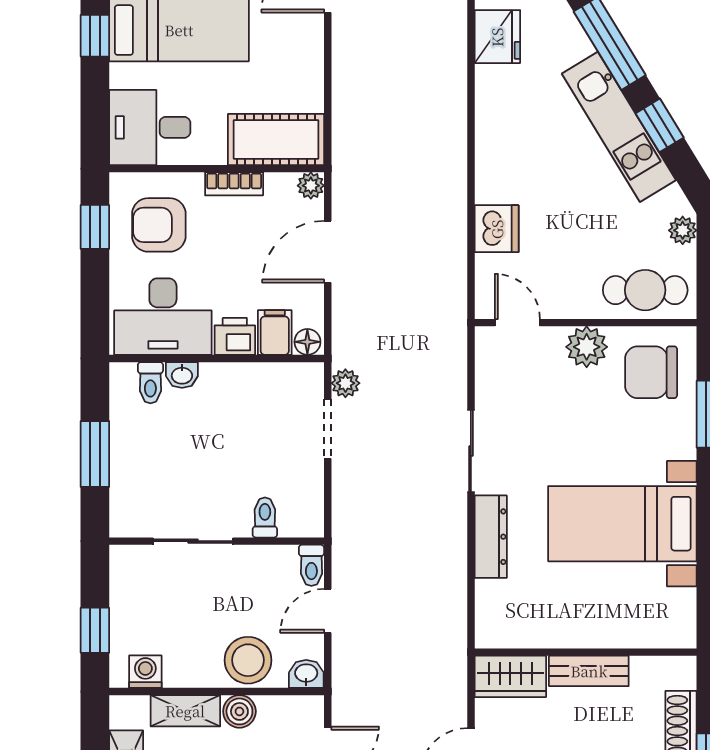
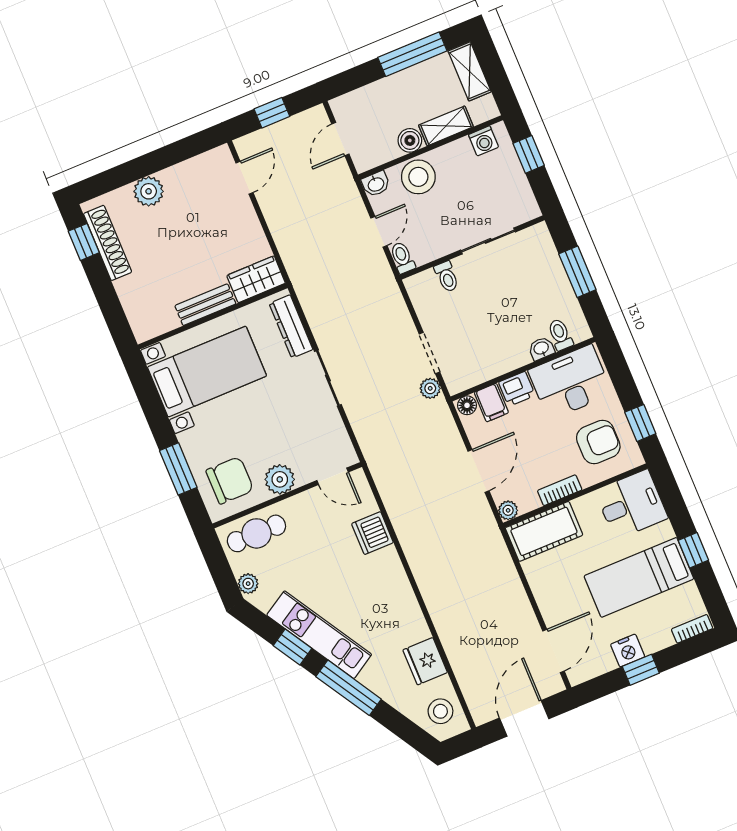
wall: (586, 652) -> (213, 316), moved
bench: (589, 671) -> (205, 305), moved
wardrobe: (510, 676) -> (256, 279), moved

